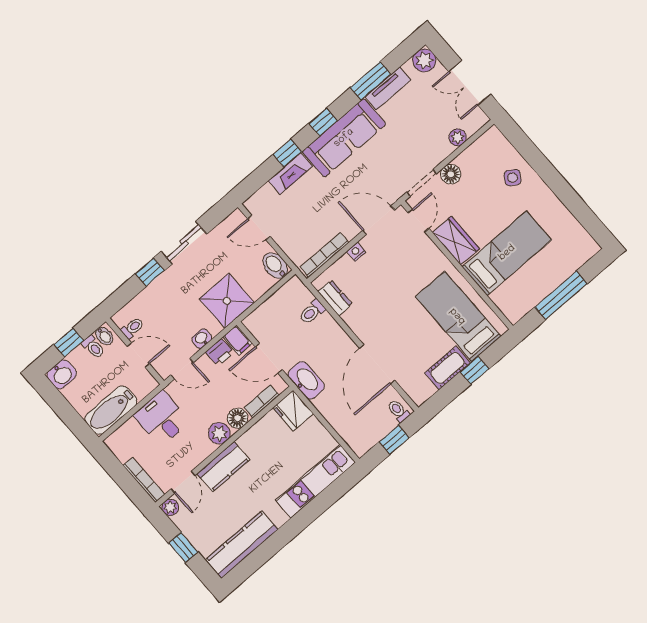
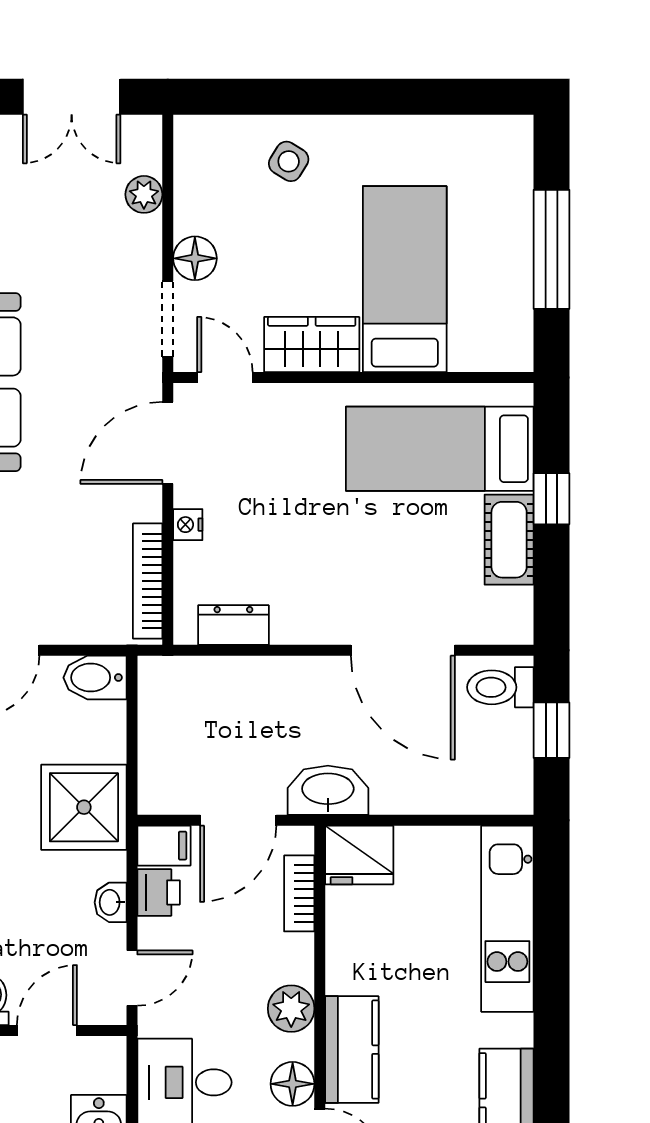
toilet: (312, 312) -> (224, 683), removed
toilet: (398, 411) -> (500, 687), width x1.37, depth x1.39
floor lamp: (238, 418) -> (293, 1084), moved

